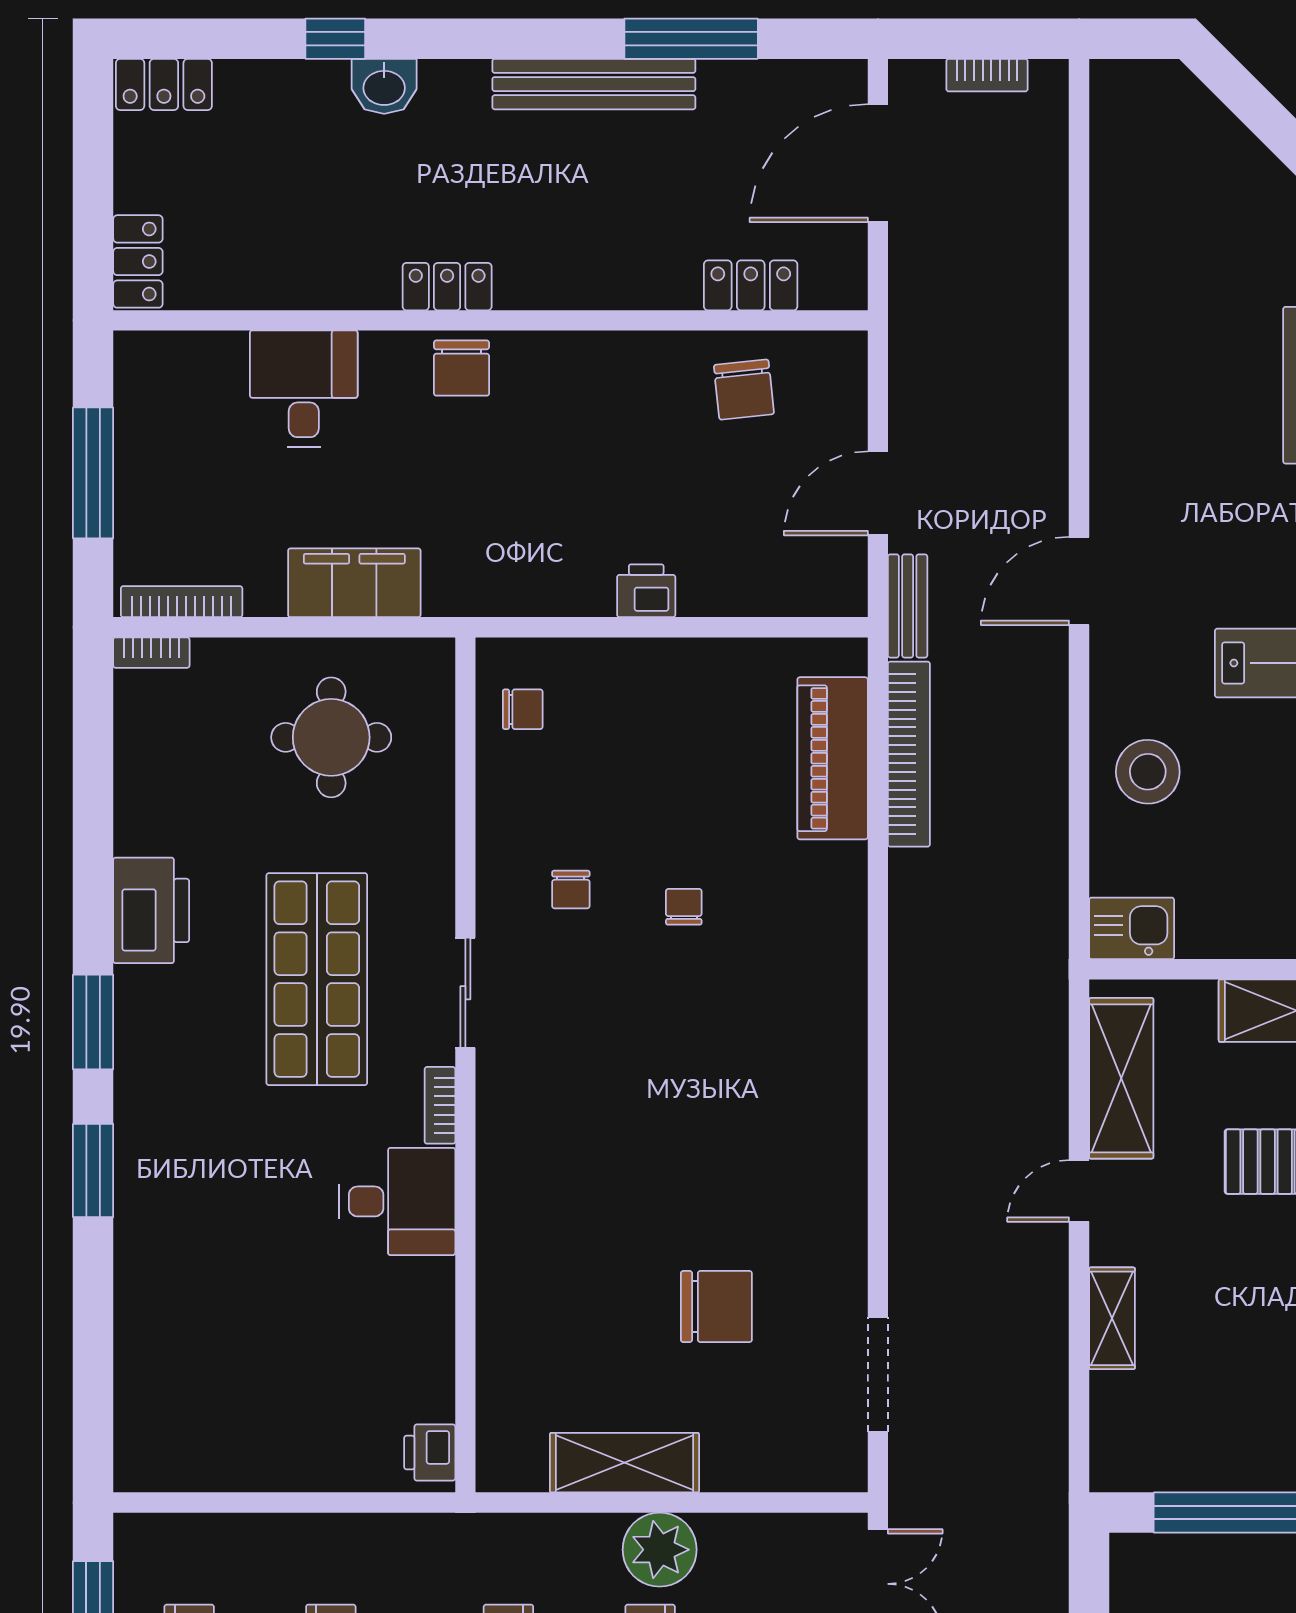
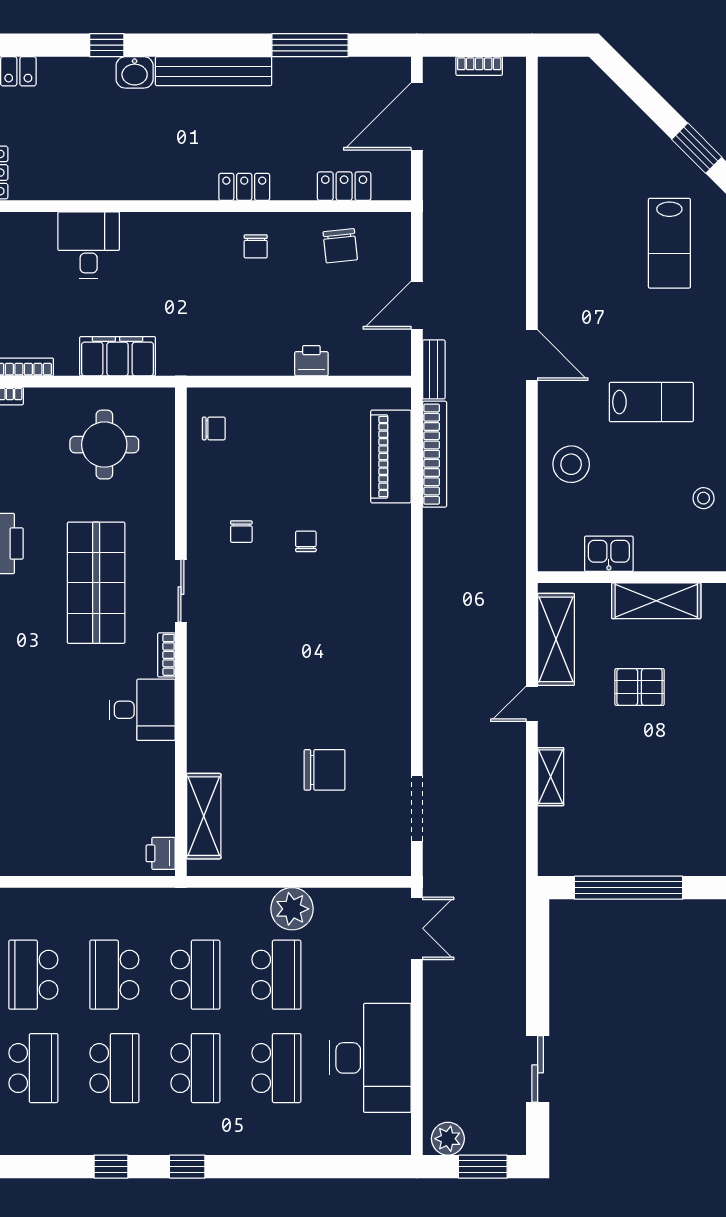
bench: (594, 84) -> (214, 71), moved
locker: (447, 287) -> (244, 187), moved
chair: (462, 368) -> (256, 246), moved, width x0.73, depth x0.73
door: (1079, 581) -> (532, 355), swing flipped
printer: (646, 591) -> (311, 361), moved
kitchen sink: (1132, 928) -> (609, 554), moved
shelving: (624, 1463) -> (204, 816), moved, turned 90

